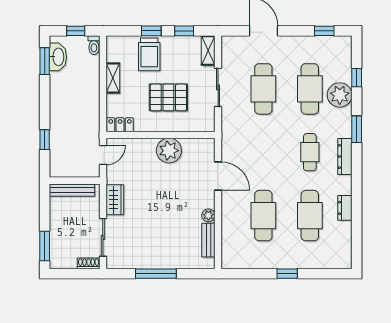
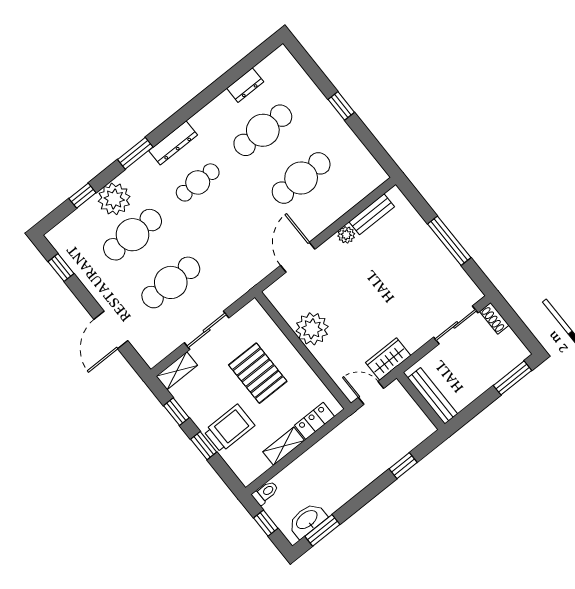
locker: (120, 125) -> (314, 421), moved, turned 90
wardrobe: (115, 200) -> (388, 359), moved
dresser: (345, 208) -> (245, 85), moved

